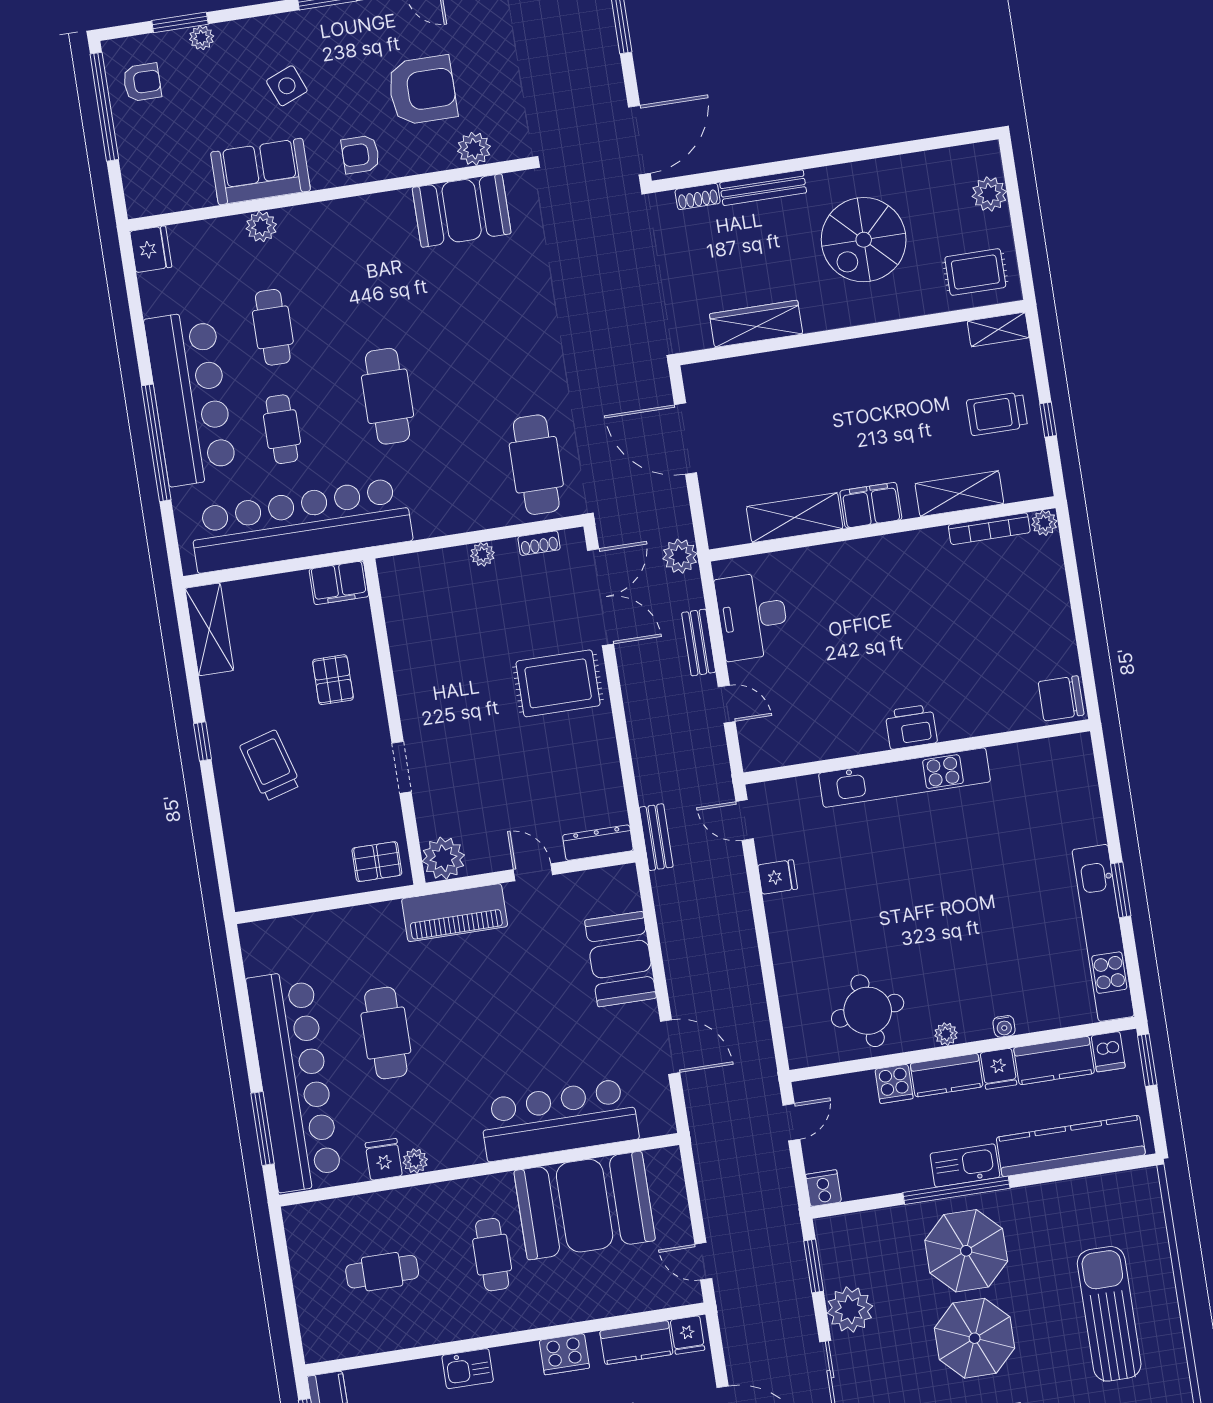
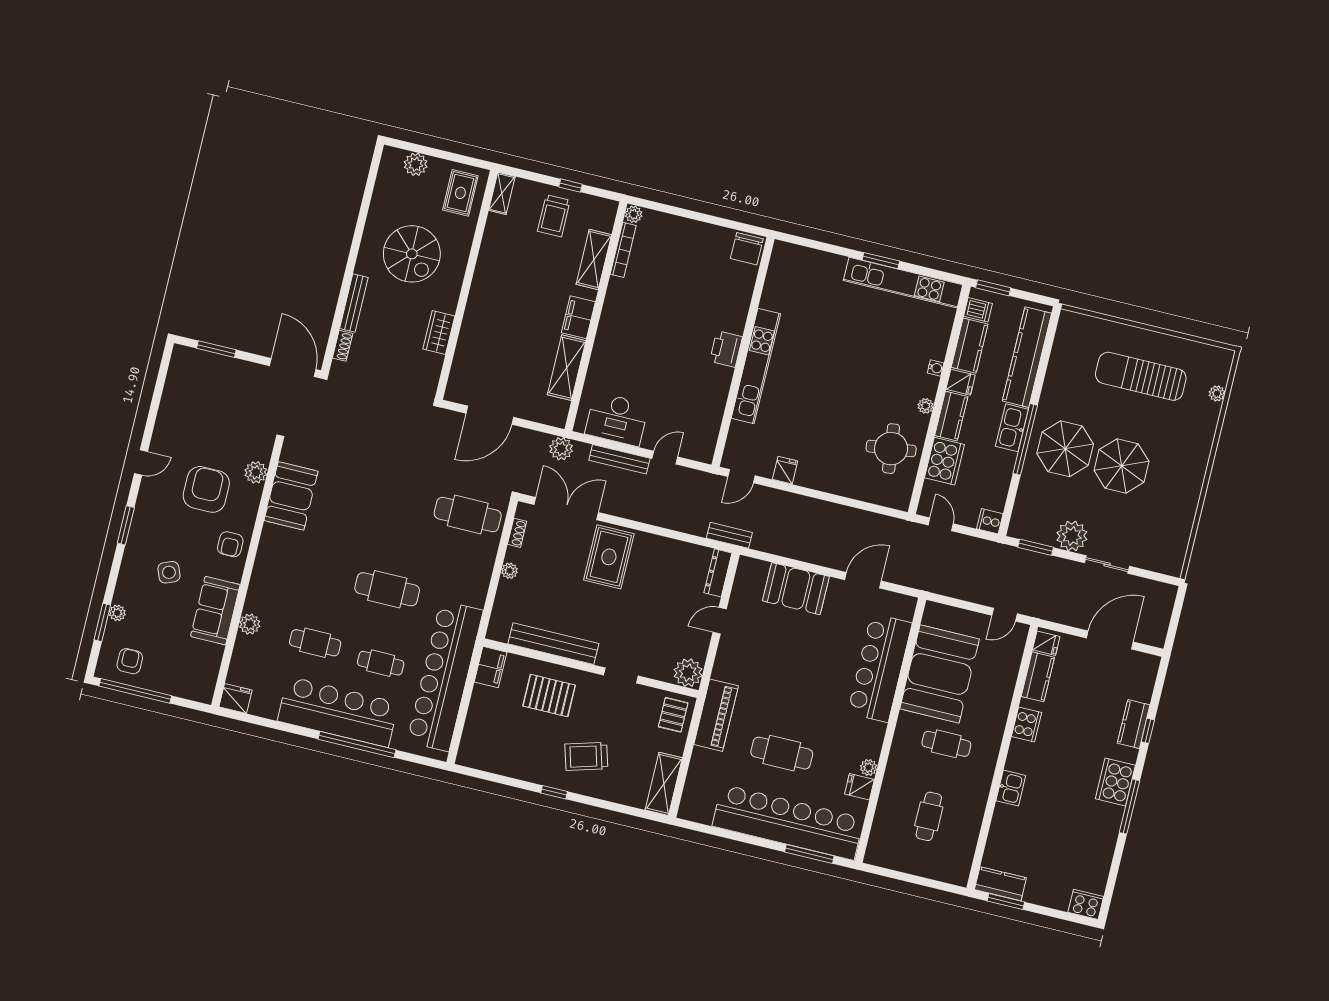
wardrobe: (756, 324) -> (439, 332), width x0.67
shelving: (209, 629) -> (664, 784), moved, turned 90
bench: (699, 642) -> (619, 459), width x1.36
bench: (407, 656) -> (553, 644), added
pallet: (333, 680) -> (549, 696), width x1.50, depth x1.42
piano: (455, 913) -> (716, 715), moved
cooker: (894, 1084) -> (944, 461), width x1.87, depth x1.31

